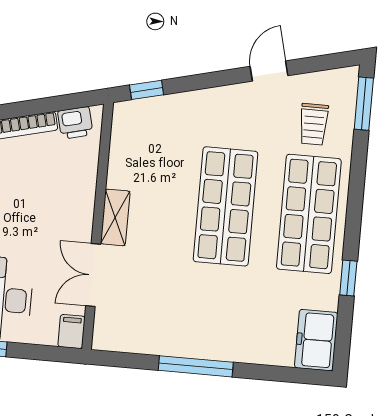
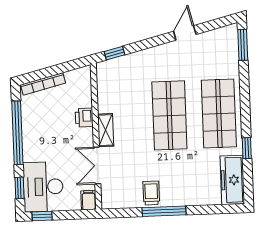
printer: (75, 123) -> (84, 118), moved, turned 104
trolley: (314, 124) -> (151, 193), moved, turned 180
freezer: (316, 340) -> (232, 180), width x1.40

